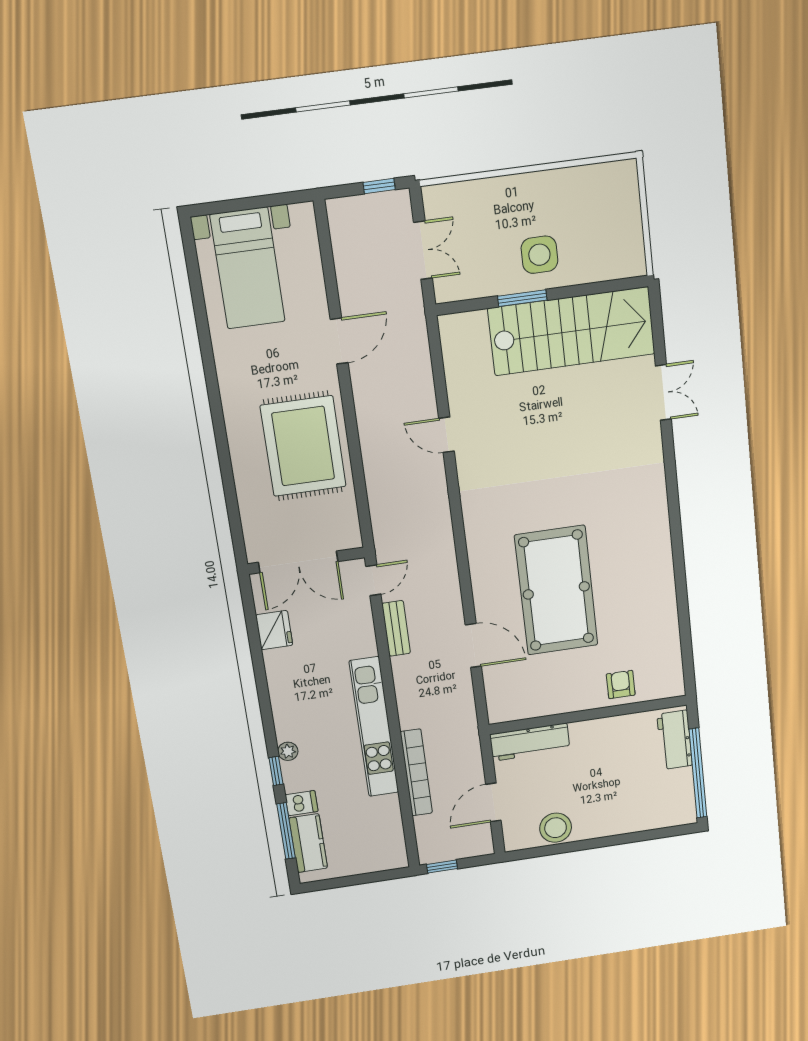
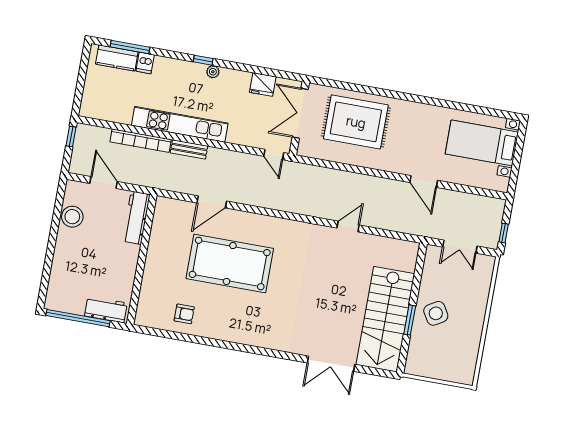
side table: (539, 255) -> (436, 313), turned -31
window: (522, 298) -> (410, 320), moved
double door: (663, 392) -> (331, 364), width x1.37
rug: (303, 446) -> (356, 122), moved
bench: (396, 628) -> (189, 149), moved
armchair: (621, 685) -> (184, 314), moved
plant: (288, 751) -> (213, 72), moved
window: (276, 771) -> (203, 60), moved

